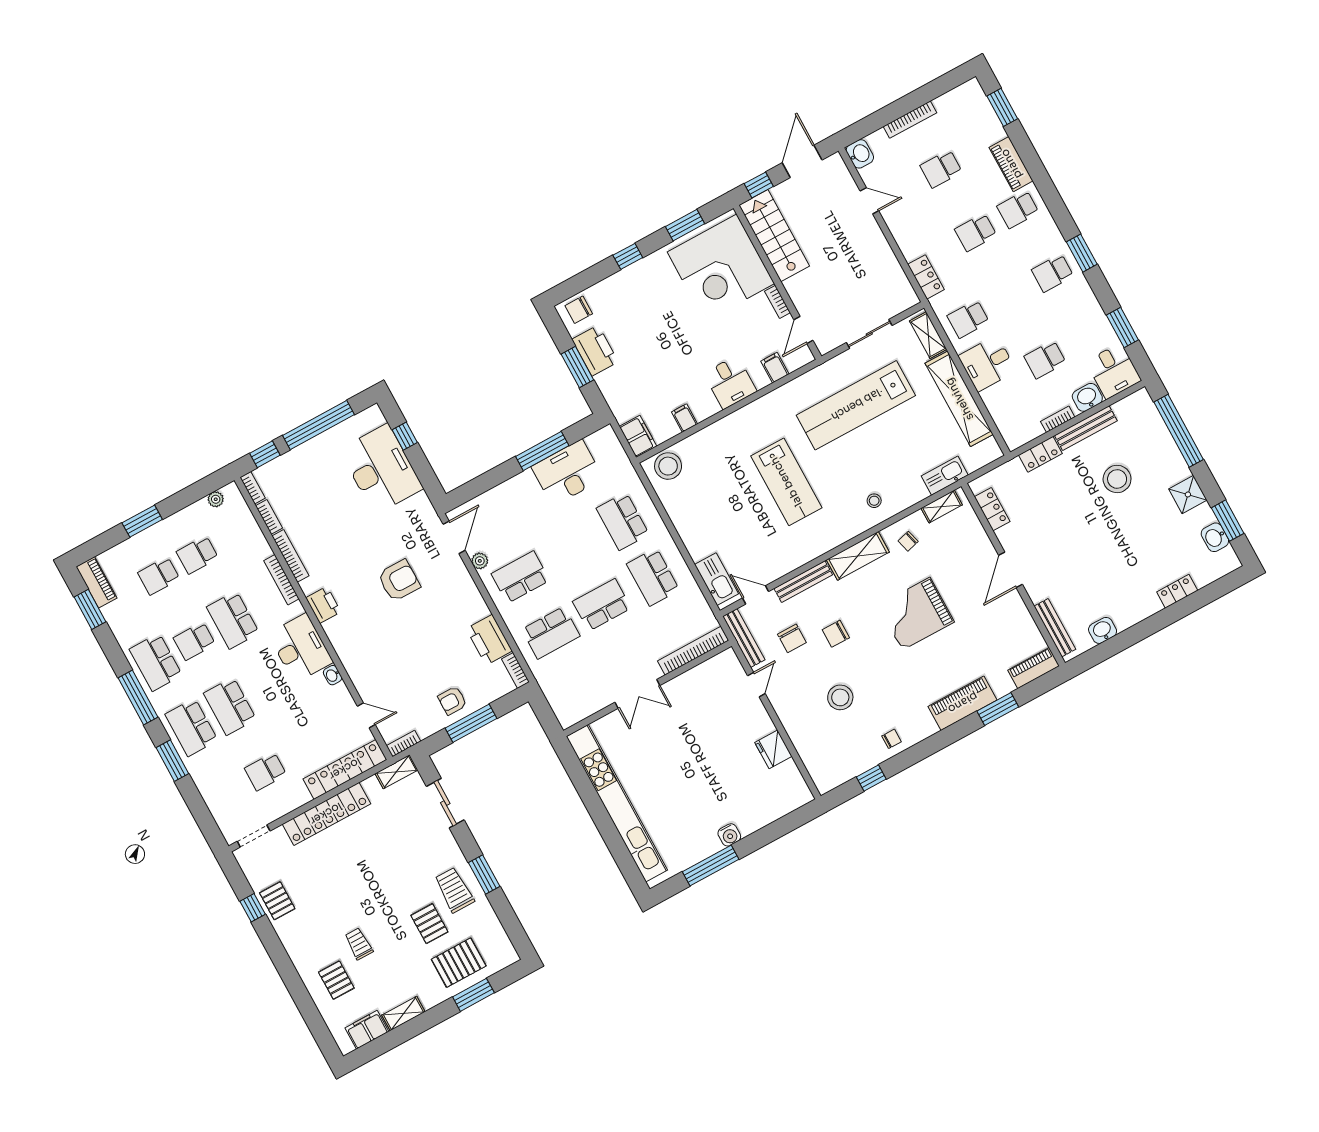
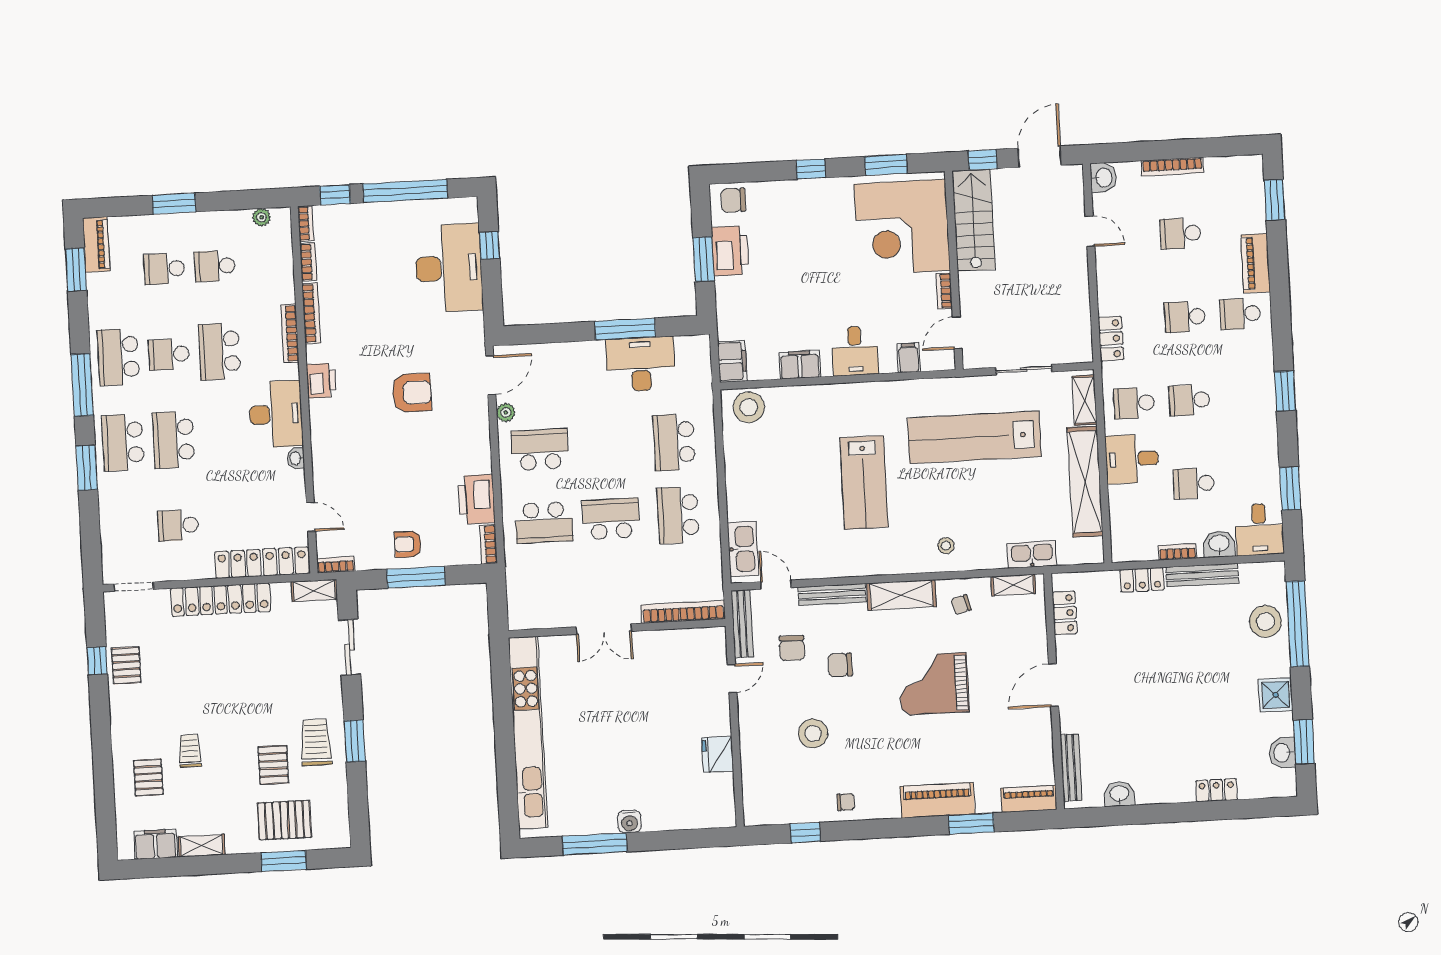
school desk: (1053, 273) -> (1189, 400), moved
filing cabinet: (684, 418) -> (800, 365), width x2.00
stool: (1117, 479) -> (1266, 621), moved

